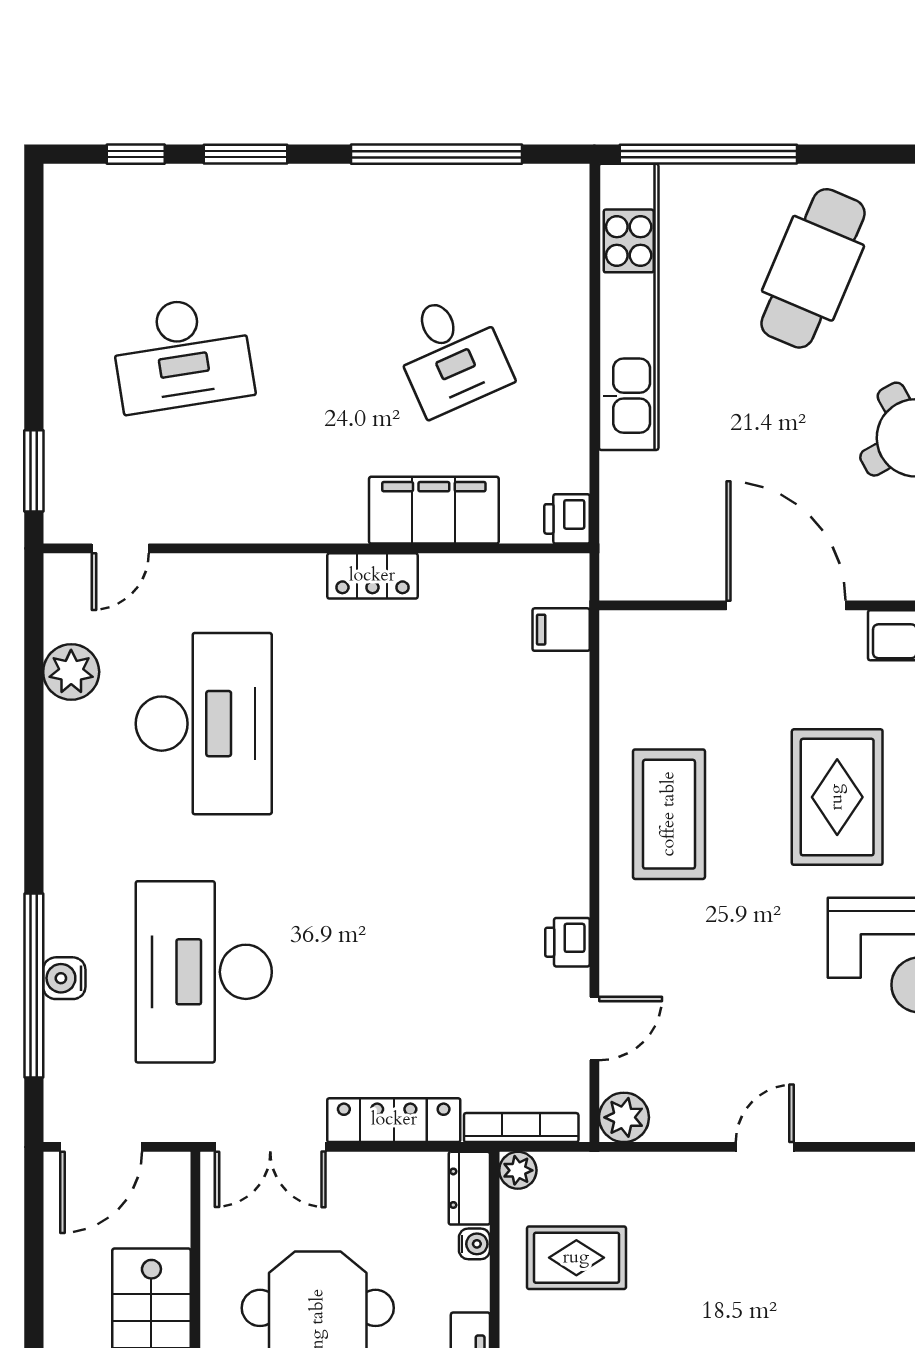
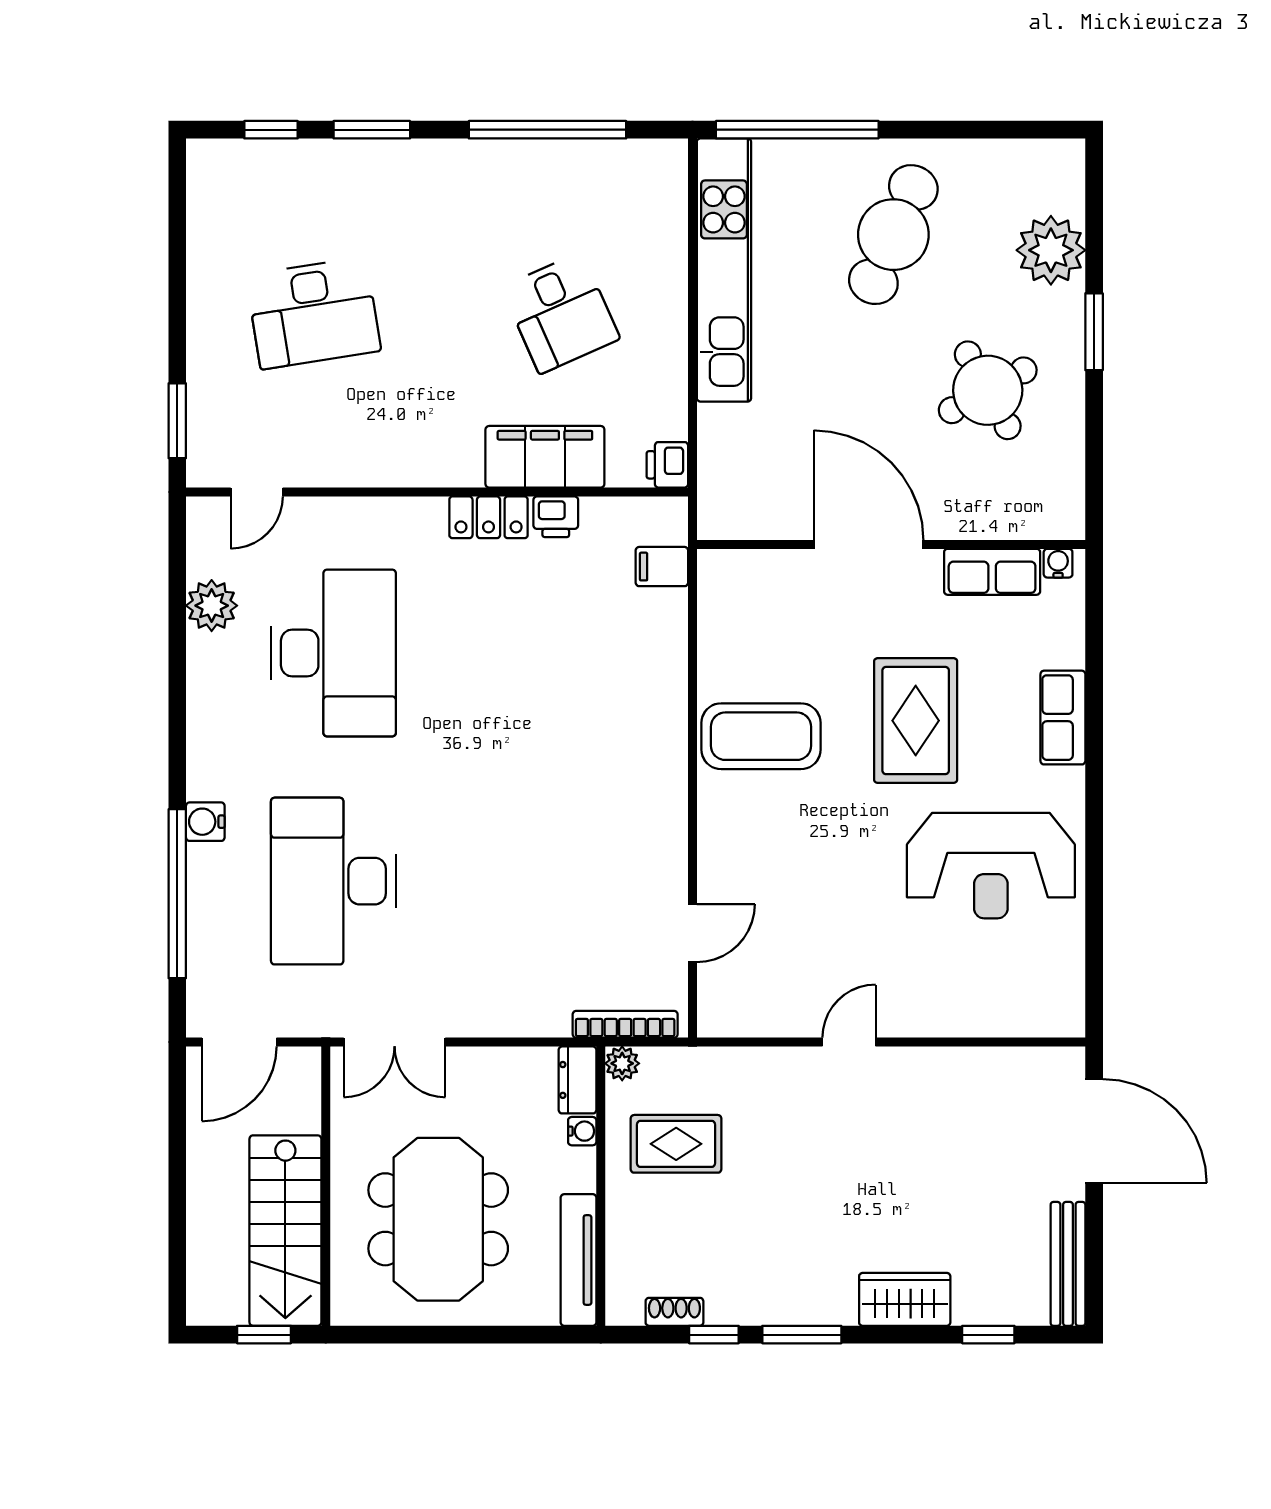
coffee table: (669, 814) -> (761, 736), turned 90
printer: (567, 942) -> (556, 517), moved, turned -90
water cooler: (64, 978) -> (205, 822), moved
plant: (624, 1117) -> (720, 1015), removed
locker: (394, 1120) -> (508, 1017), removed

